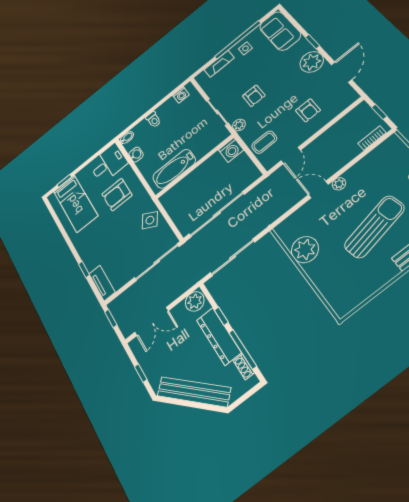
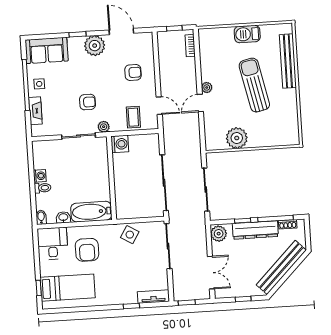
washing machine: (181, 95) -> (40, 176), moved
bathtub: (174, 169) -> (91, 212), moved, turned 90

